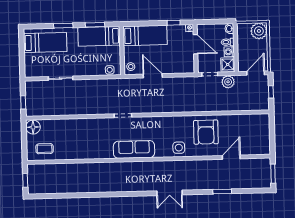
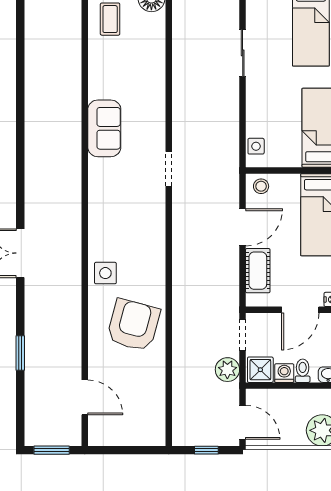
cot: (175, 67) -> (258, 271), added
armchair: (206, 132) -> (133, 325), turned 105
sofa: (134, 149) -> (104, 128), moved, width x0.73
door: (231, 157) -> (85, 397), moved

